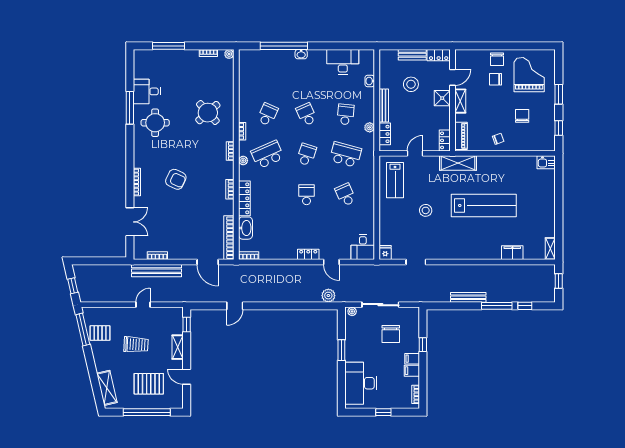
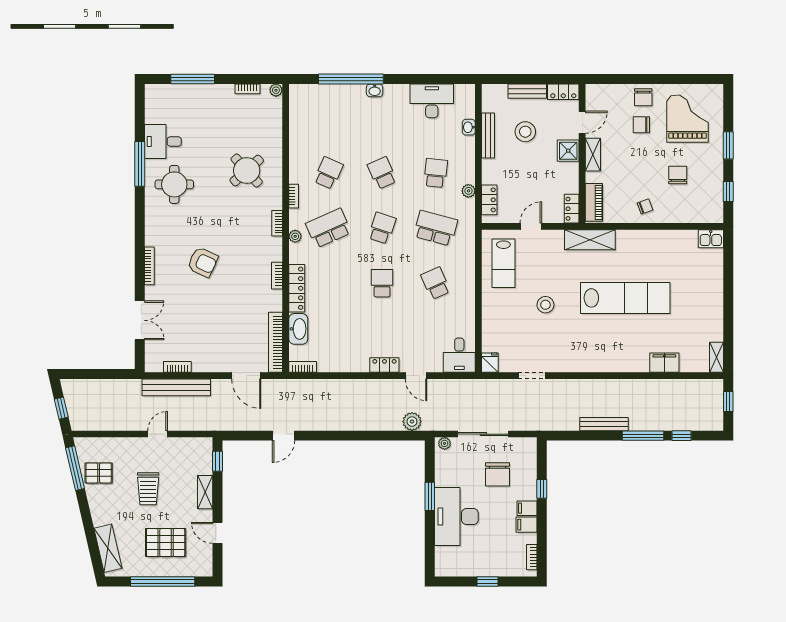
bench: (384, 105) -> (488, 136), moved
trolley: (136, 345) -> (148, 489), turned 87
desk: (361, 383) -> (456, 517), moved

